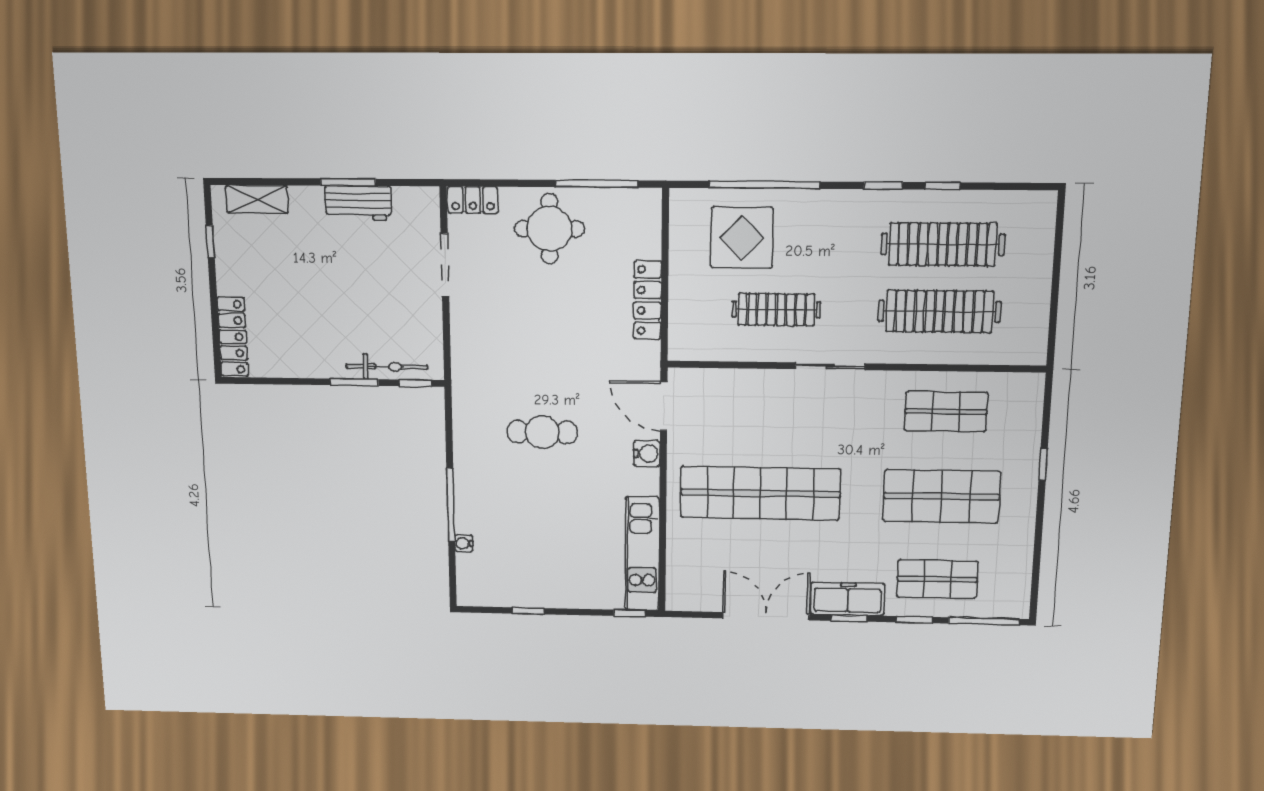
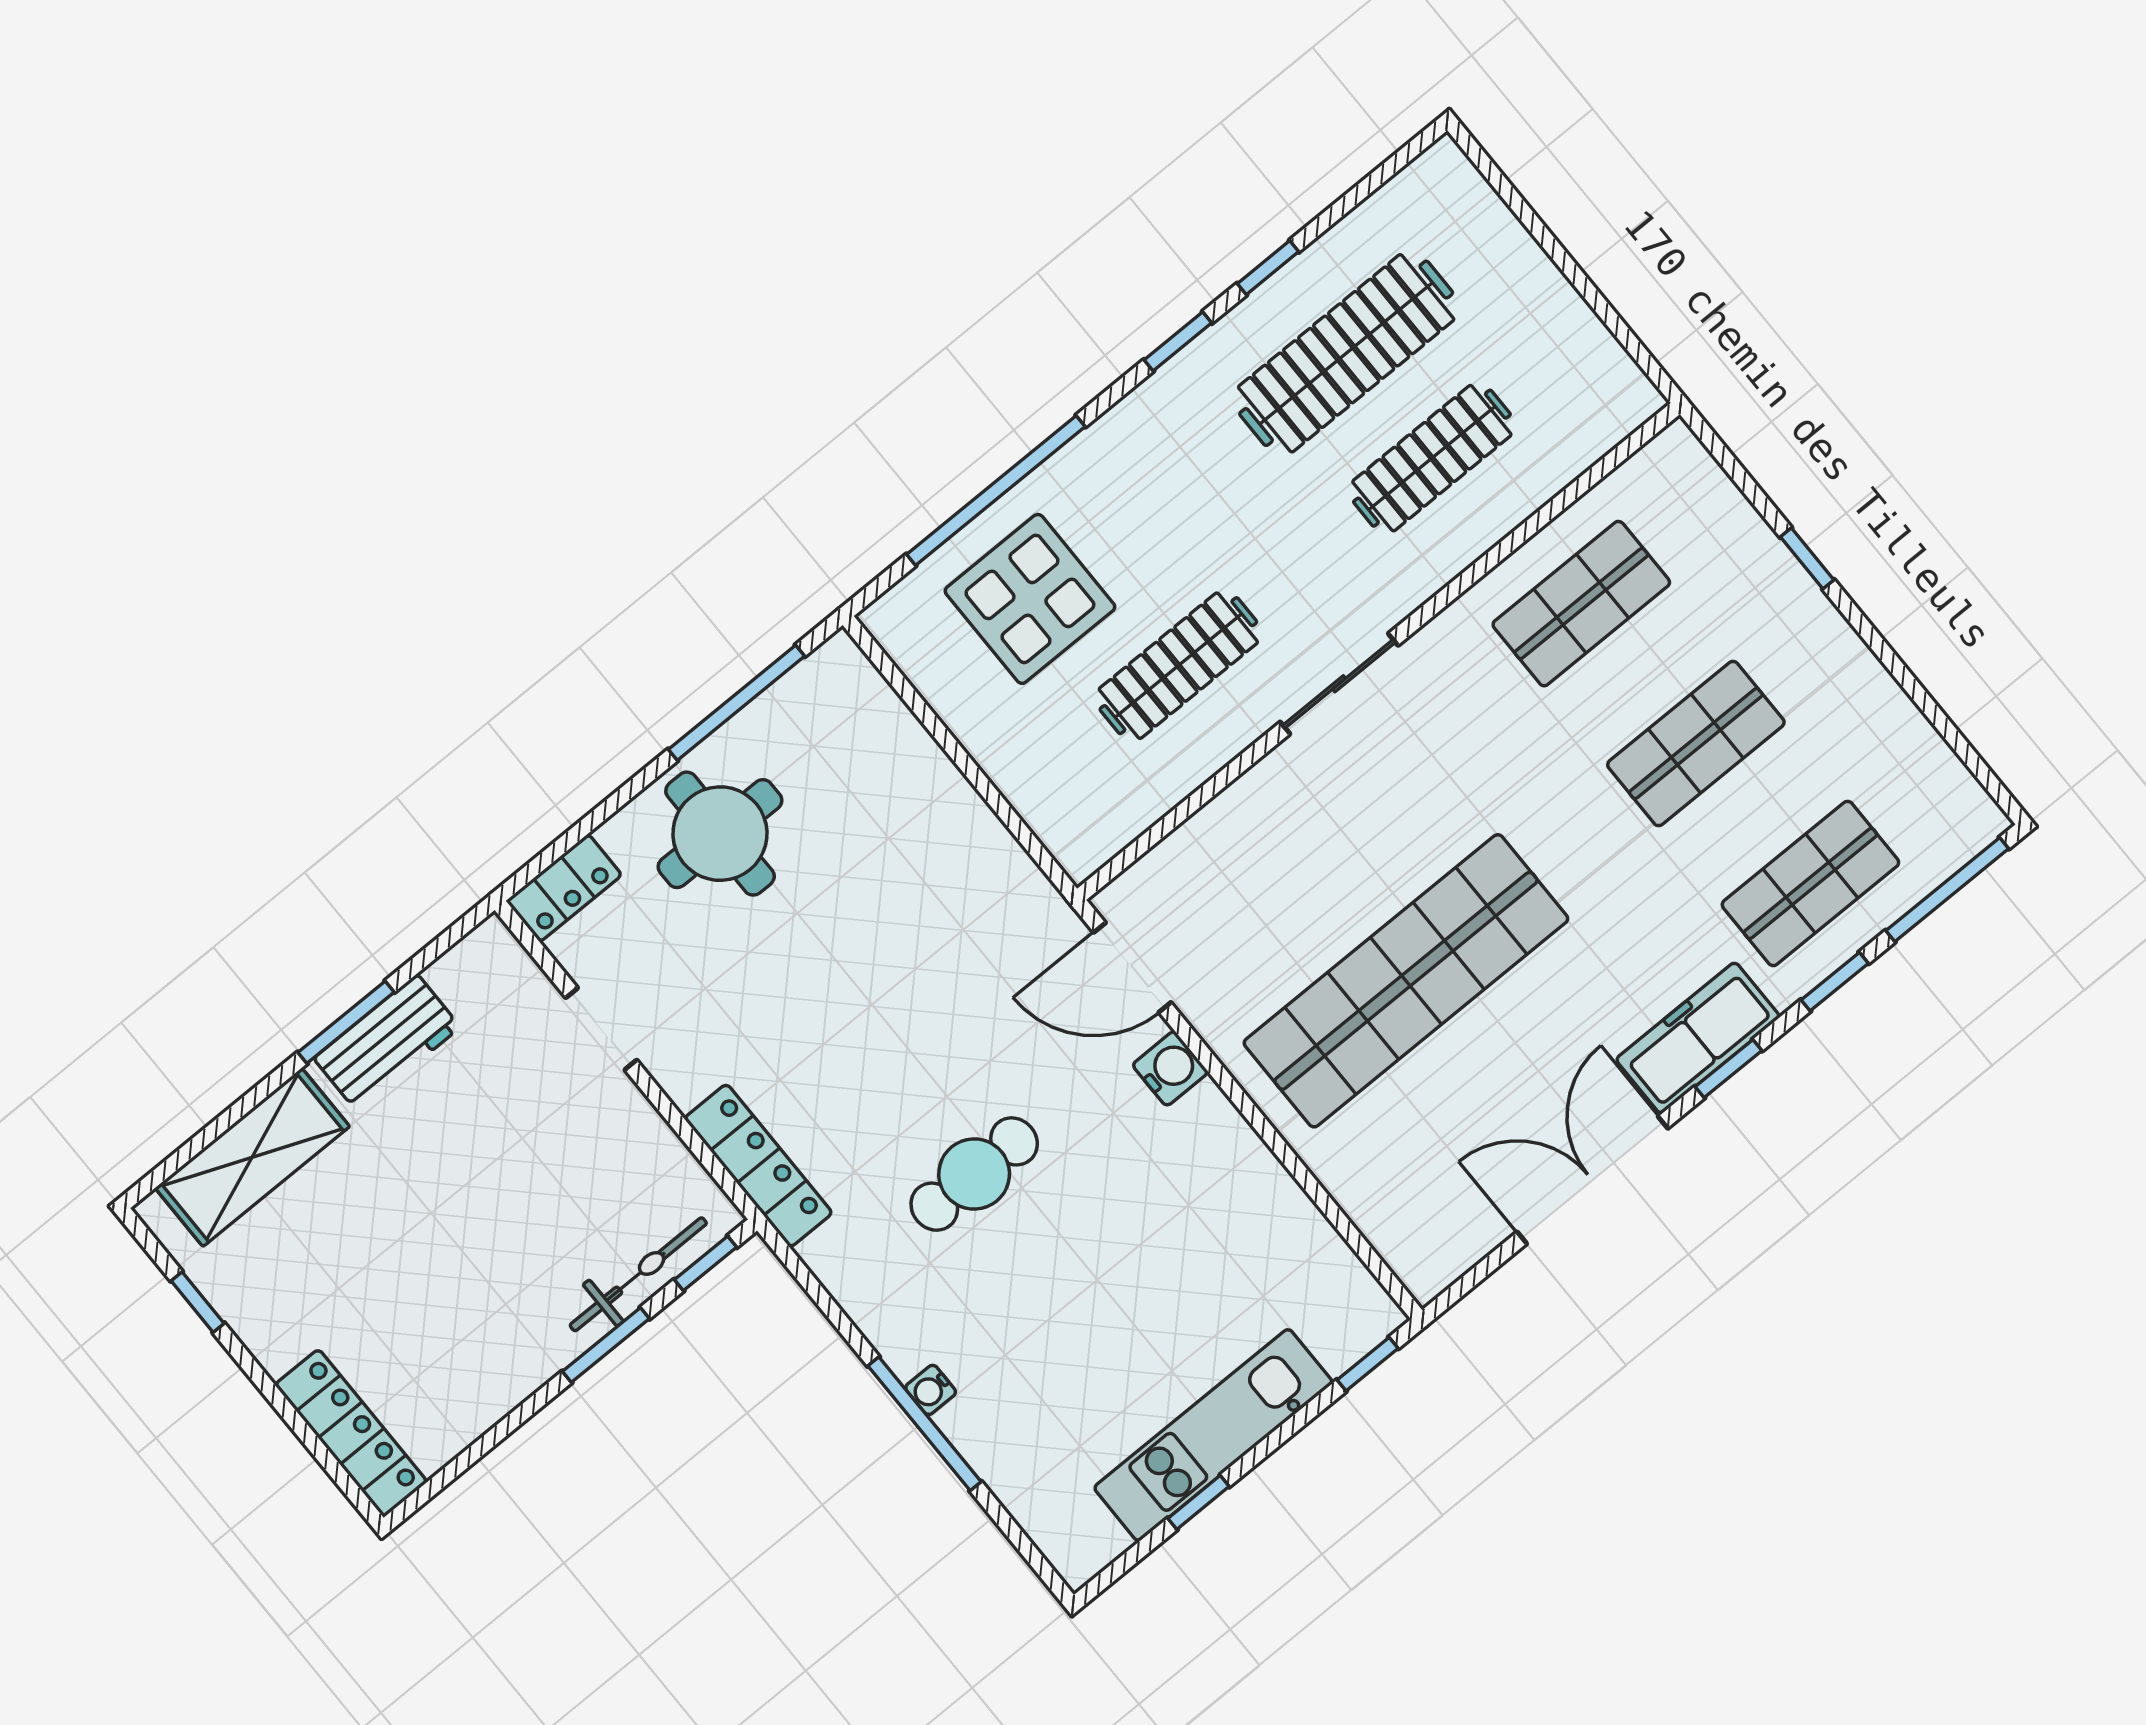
shelving: (257, 199) -> (252, 1157), width x1.50, depth x1.33
doorway: (445, 265) -> (601, 1029), width x0.73
locker: (648, 300) -> (758, 1166), moved, turned 180
clothes rail: (939, 311) -> (1432, 458), width x0.73, depth x0.76
shop shelf: (941, 496) -> (1696, 744), width x0.70, depth x0.74
water cooler: (464, 543) -> (931, 1390), moved
kitchen unit: (642, 554) -> (1213, 1435), moved, turned 90

